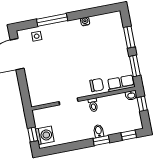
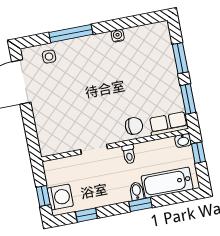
bathtub: (120, 125) -> (167, 183), added
window: (129, 135) -> (86, 215), moved

